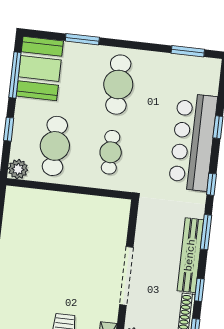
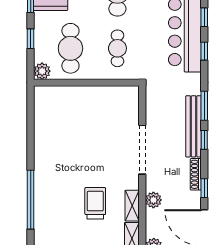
window: (211, 184) -> (204, 51), moved
window: (199, 290) -> (204, 140), moved

